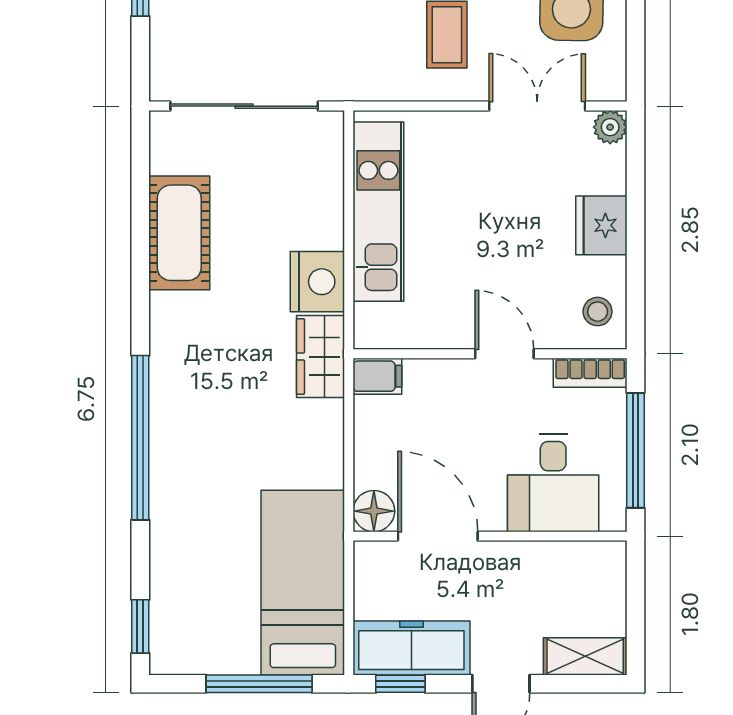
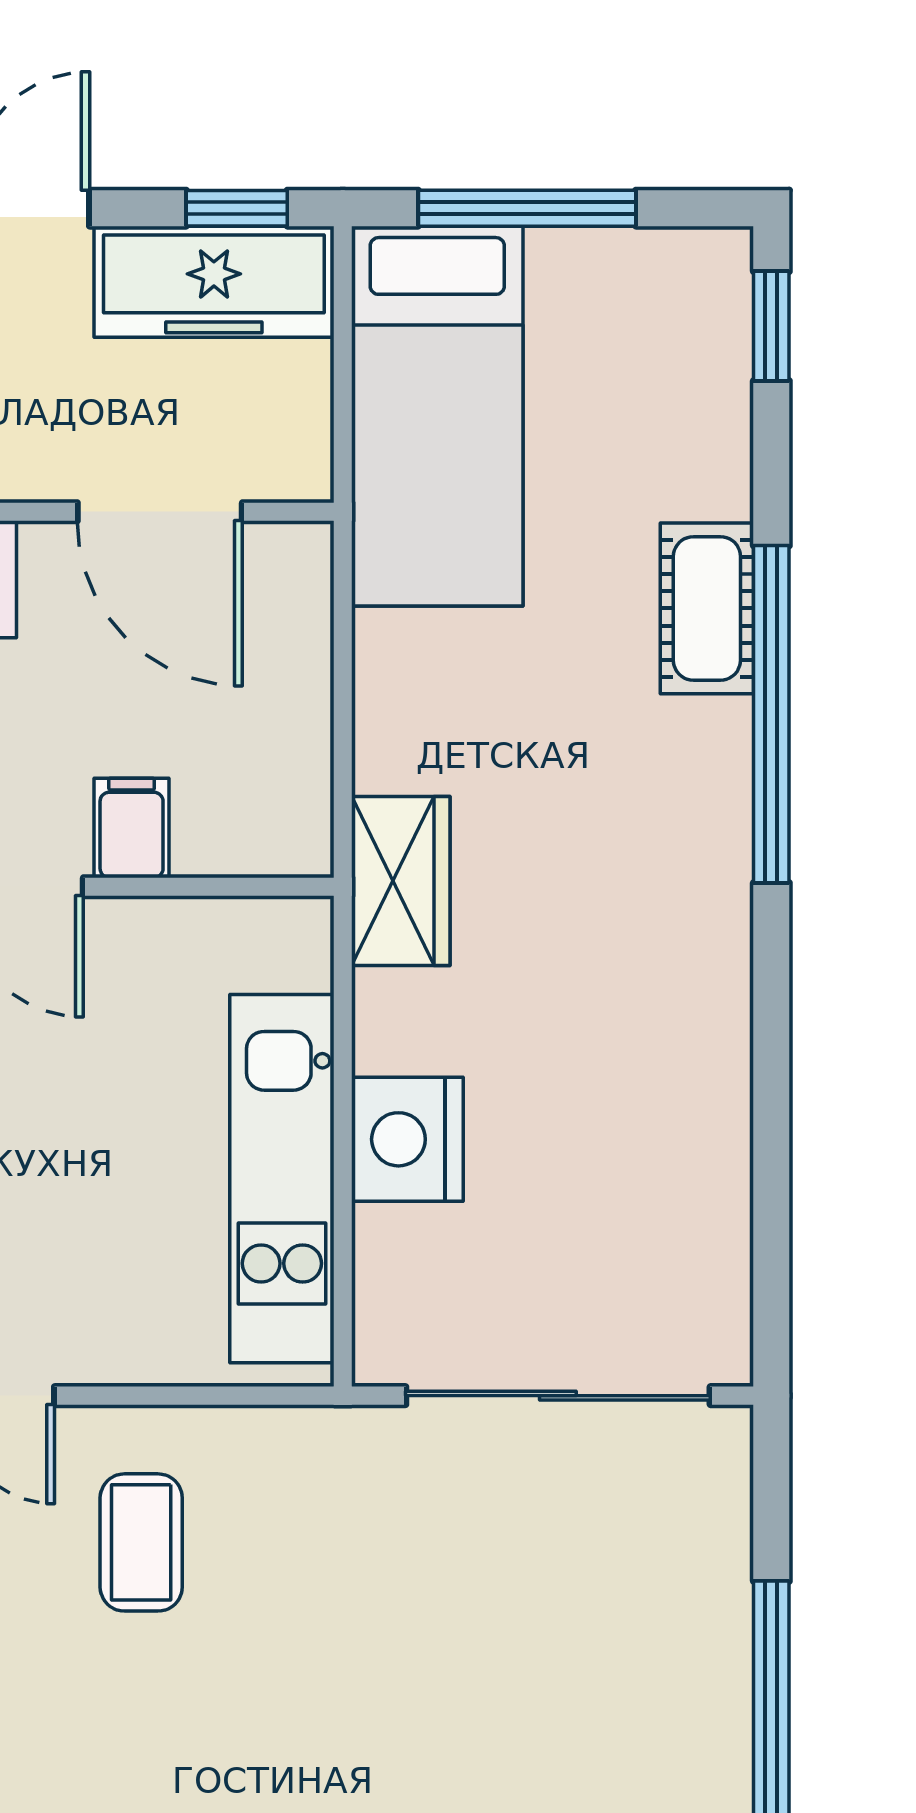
cot: (179, 233) -> (707, 608), moved, width x0.73, depth x0.75
nightstand: (317, 282) -> (407, 1139), moved
filing cabinet: (377, 376) -> (132, 828), moved, turned 90
floor lamp: (374, 511) -> (291, 563), removed

